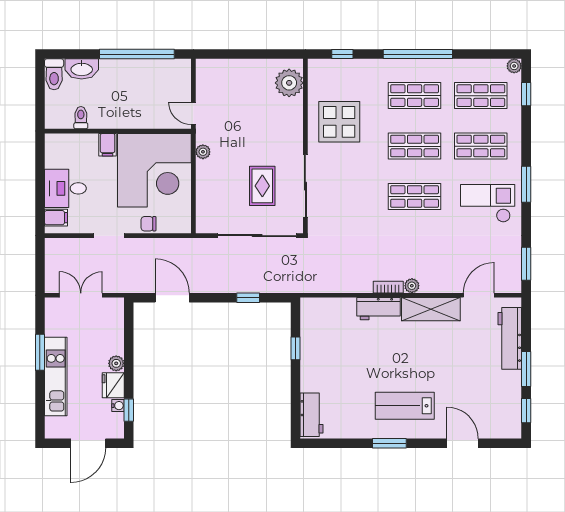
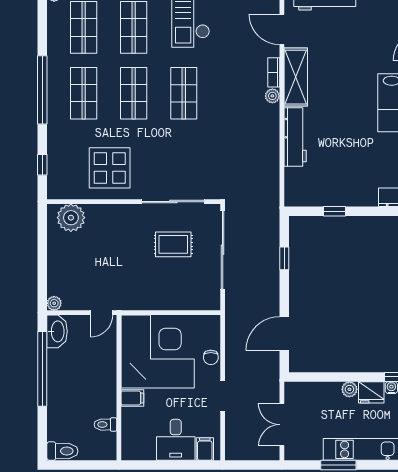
washbasin: (82, 69) -> (57, 331), moved
plant: (203, 152) -> (54, 303), moved
bookcase: (388, 287) -> (274, 72), moved
workbench: (378, 309) -> (295, 137), width x1.38

